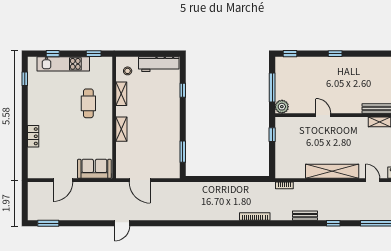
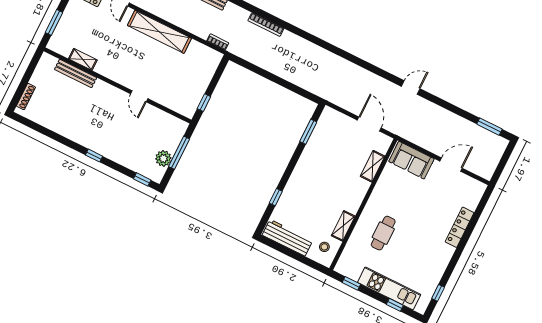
plant: (282, 107) -> (163, 158), moved
shelving: (121, 129) -> (373, 166), moved
locker: (33, 136) -> (460, 227), width x1.53

